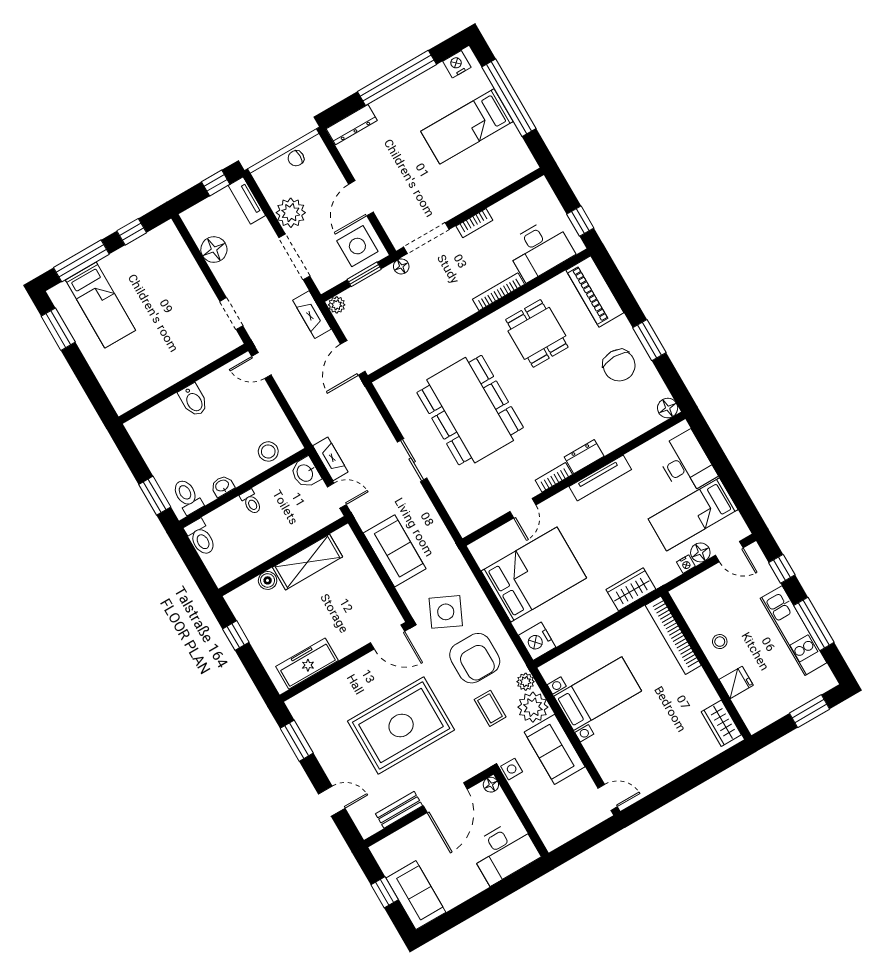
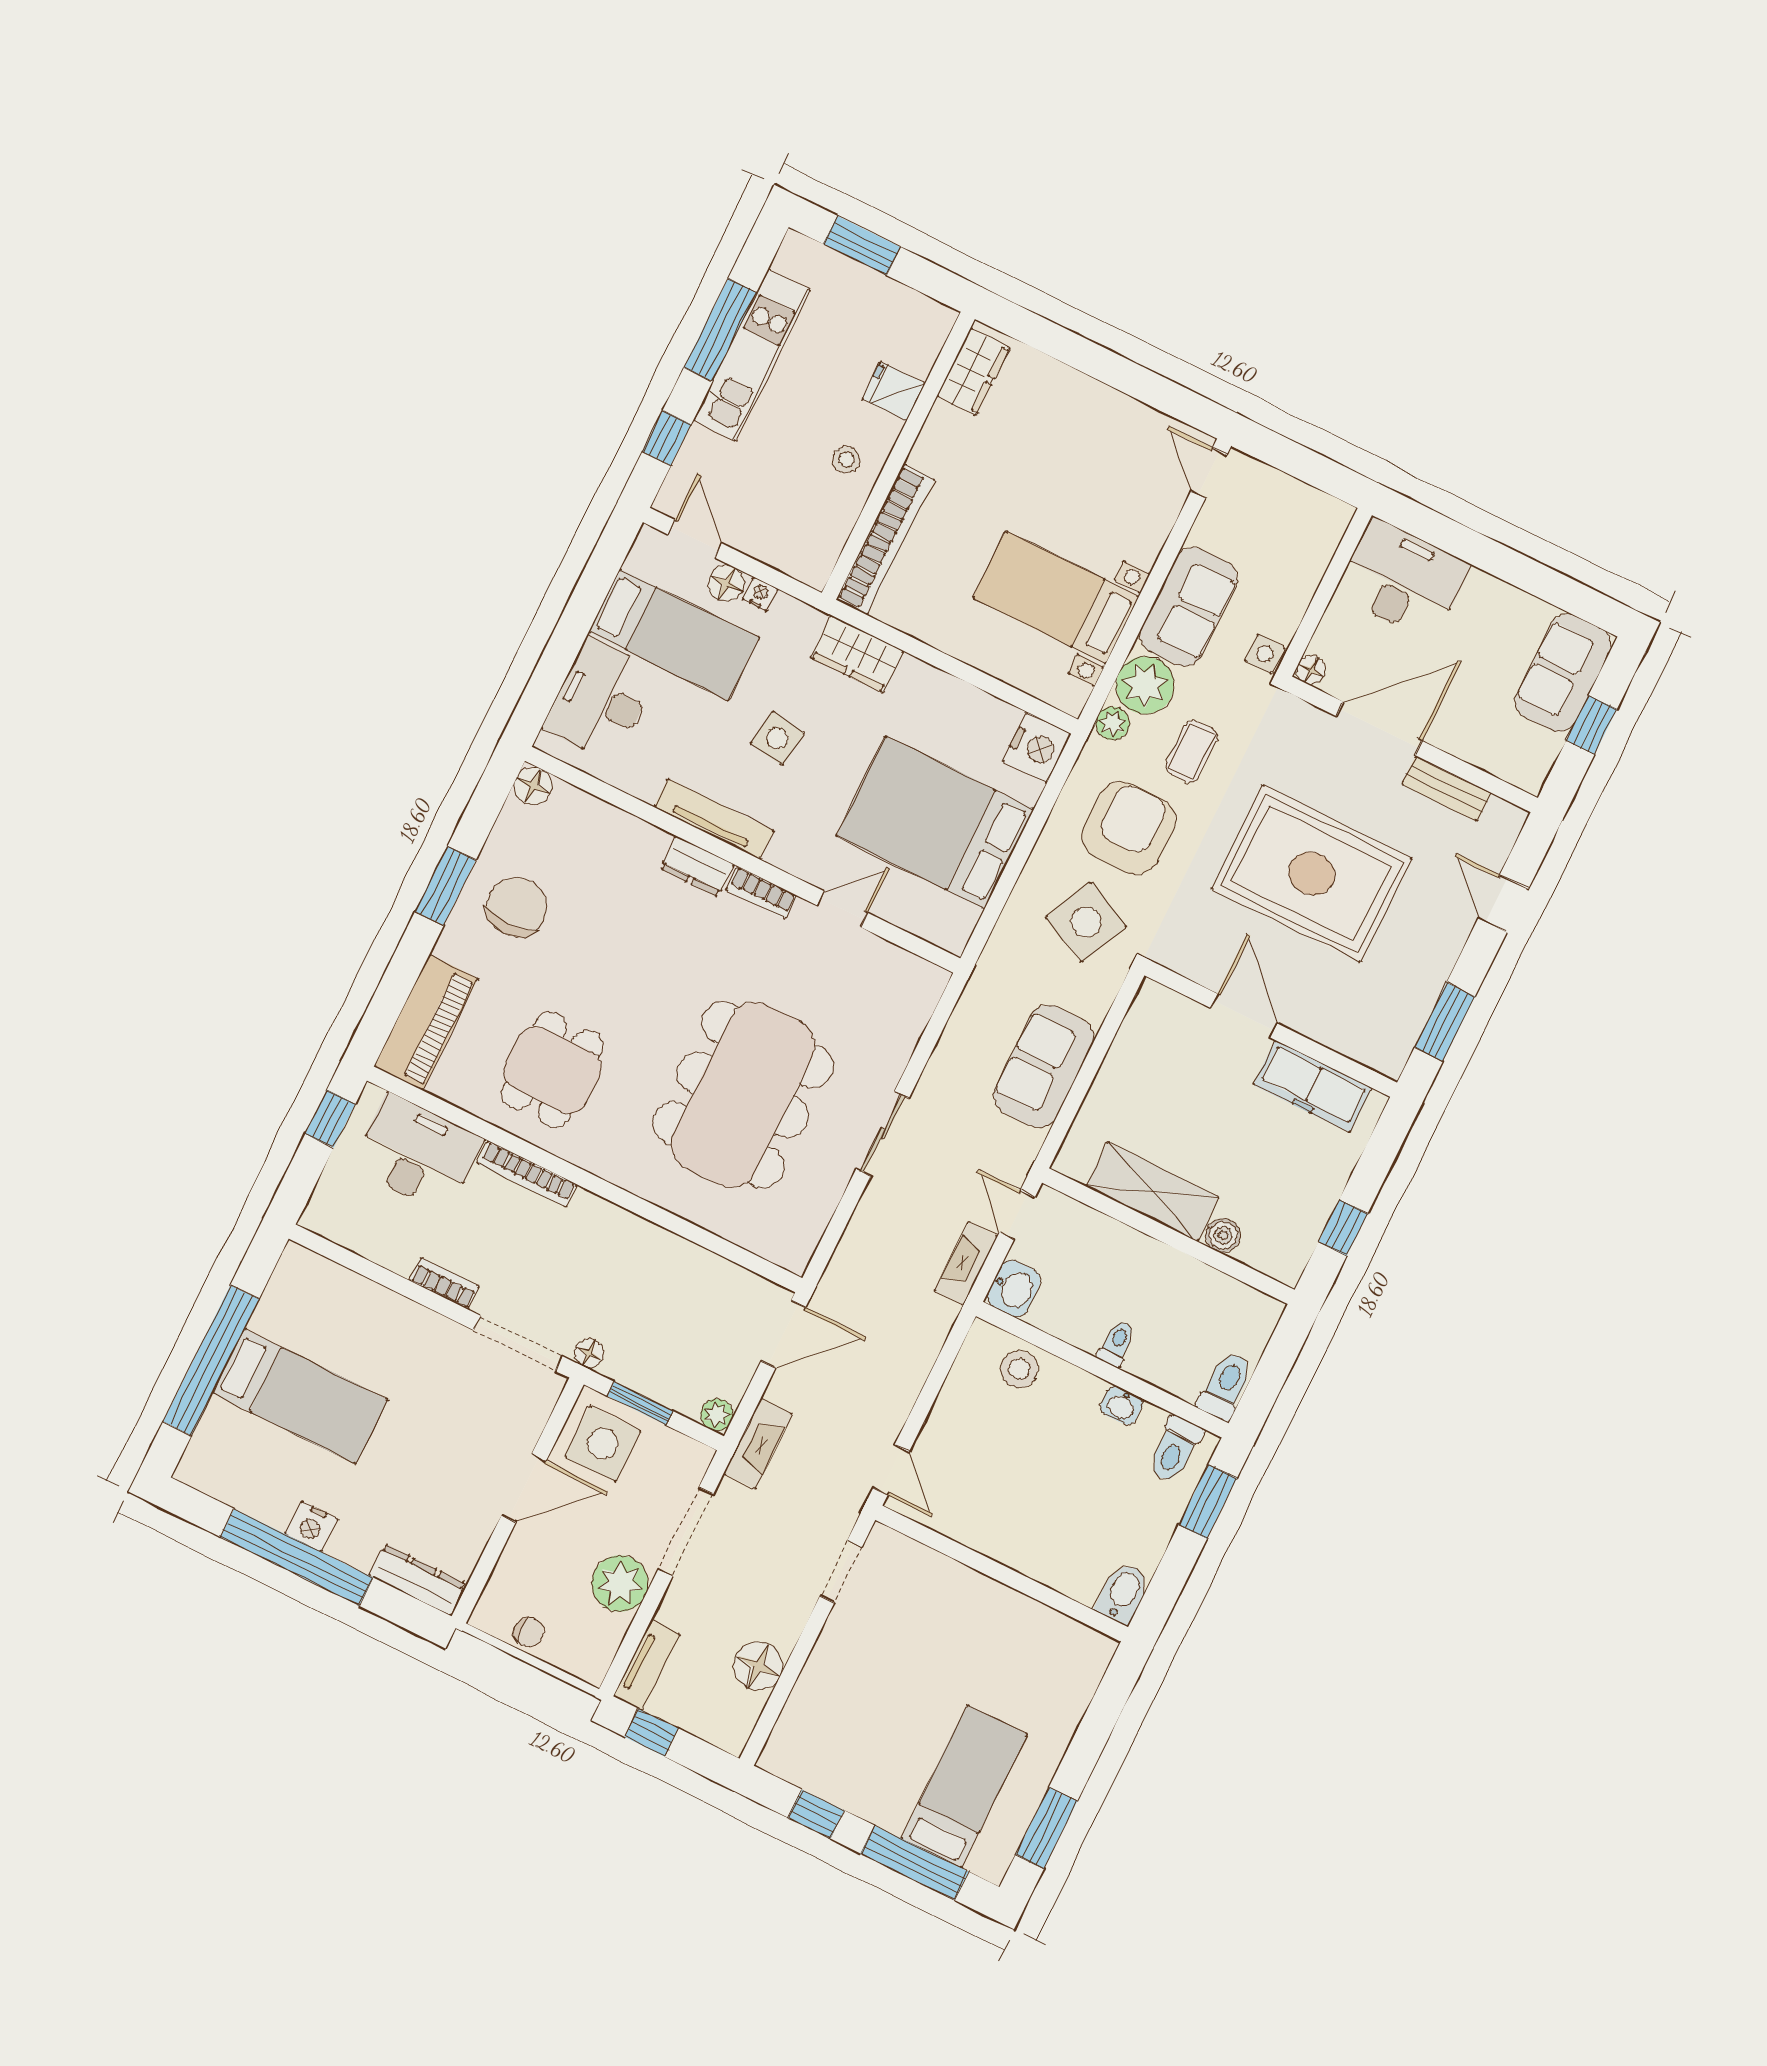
nightstand: (457, 64) -> (311, 1526), moved
bidet: (193, 400) -> (1123, 1593), moved
side table: (617, 530) -> (777, 738), added
door: (387, 637) -> (1244, 1016), moved

